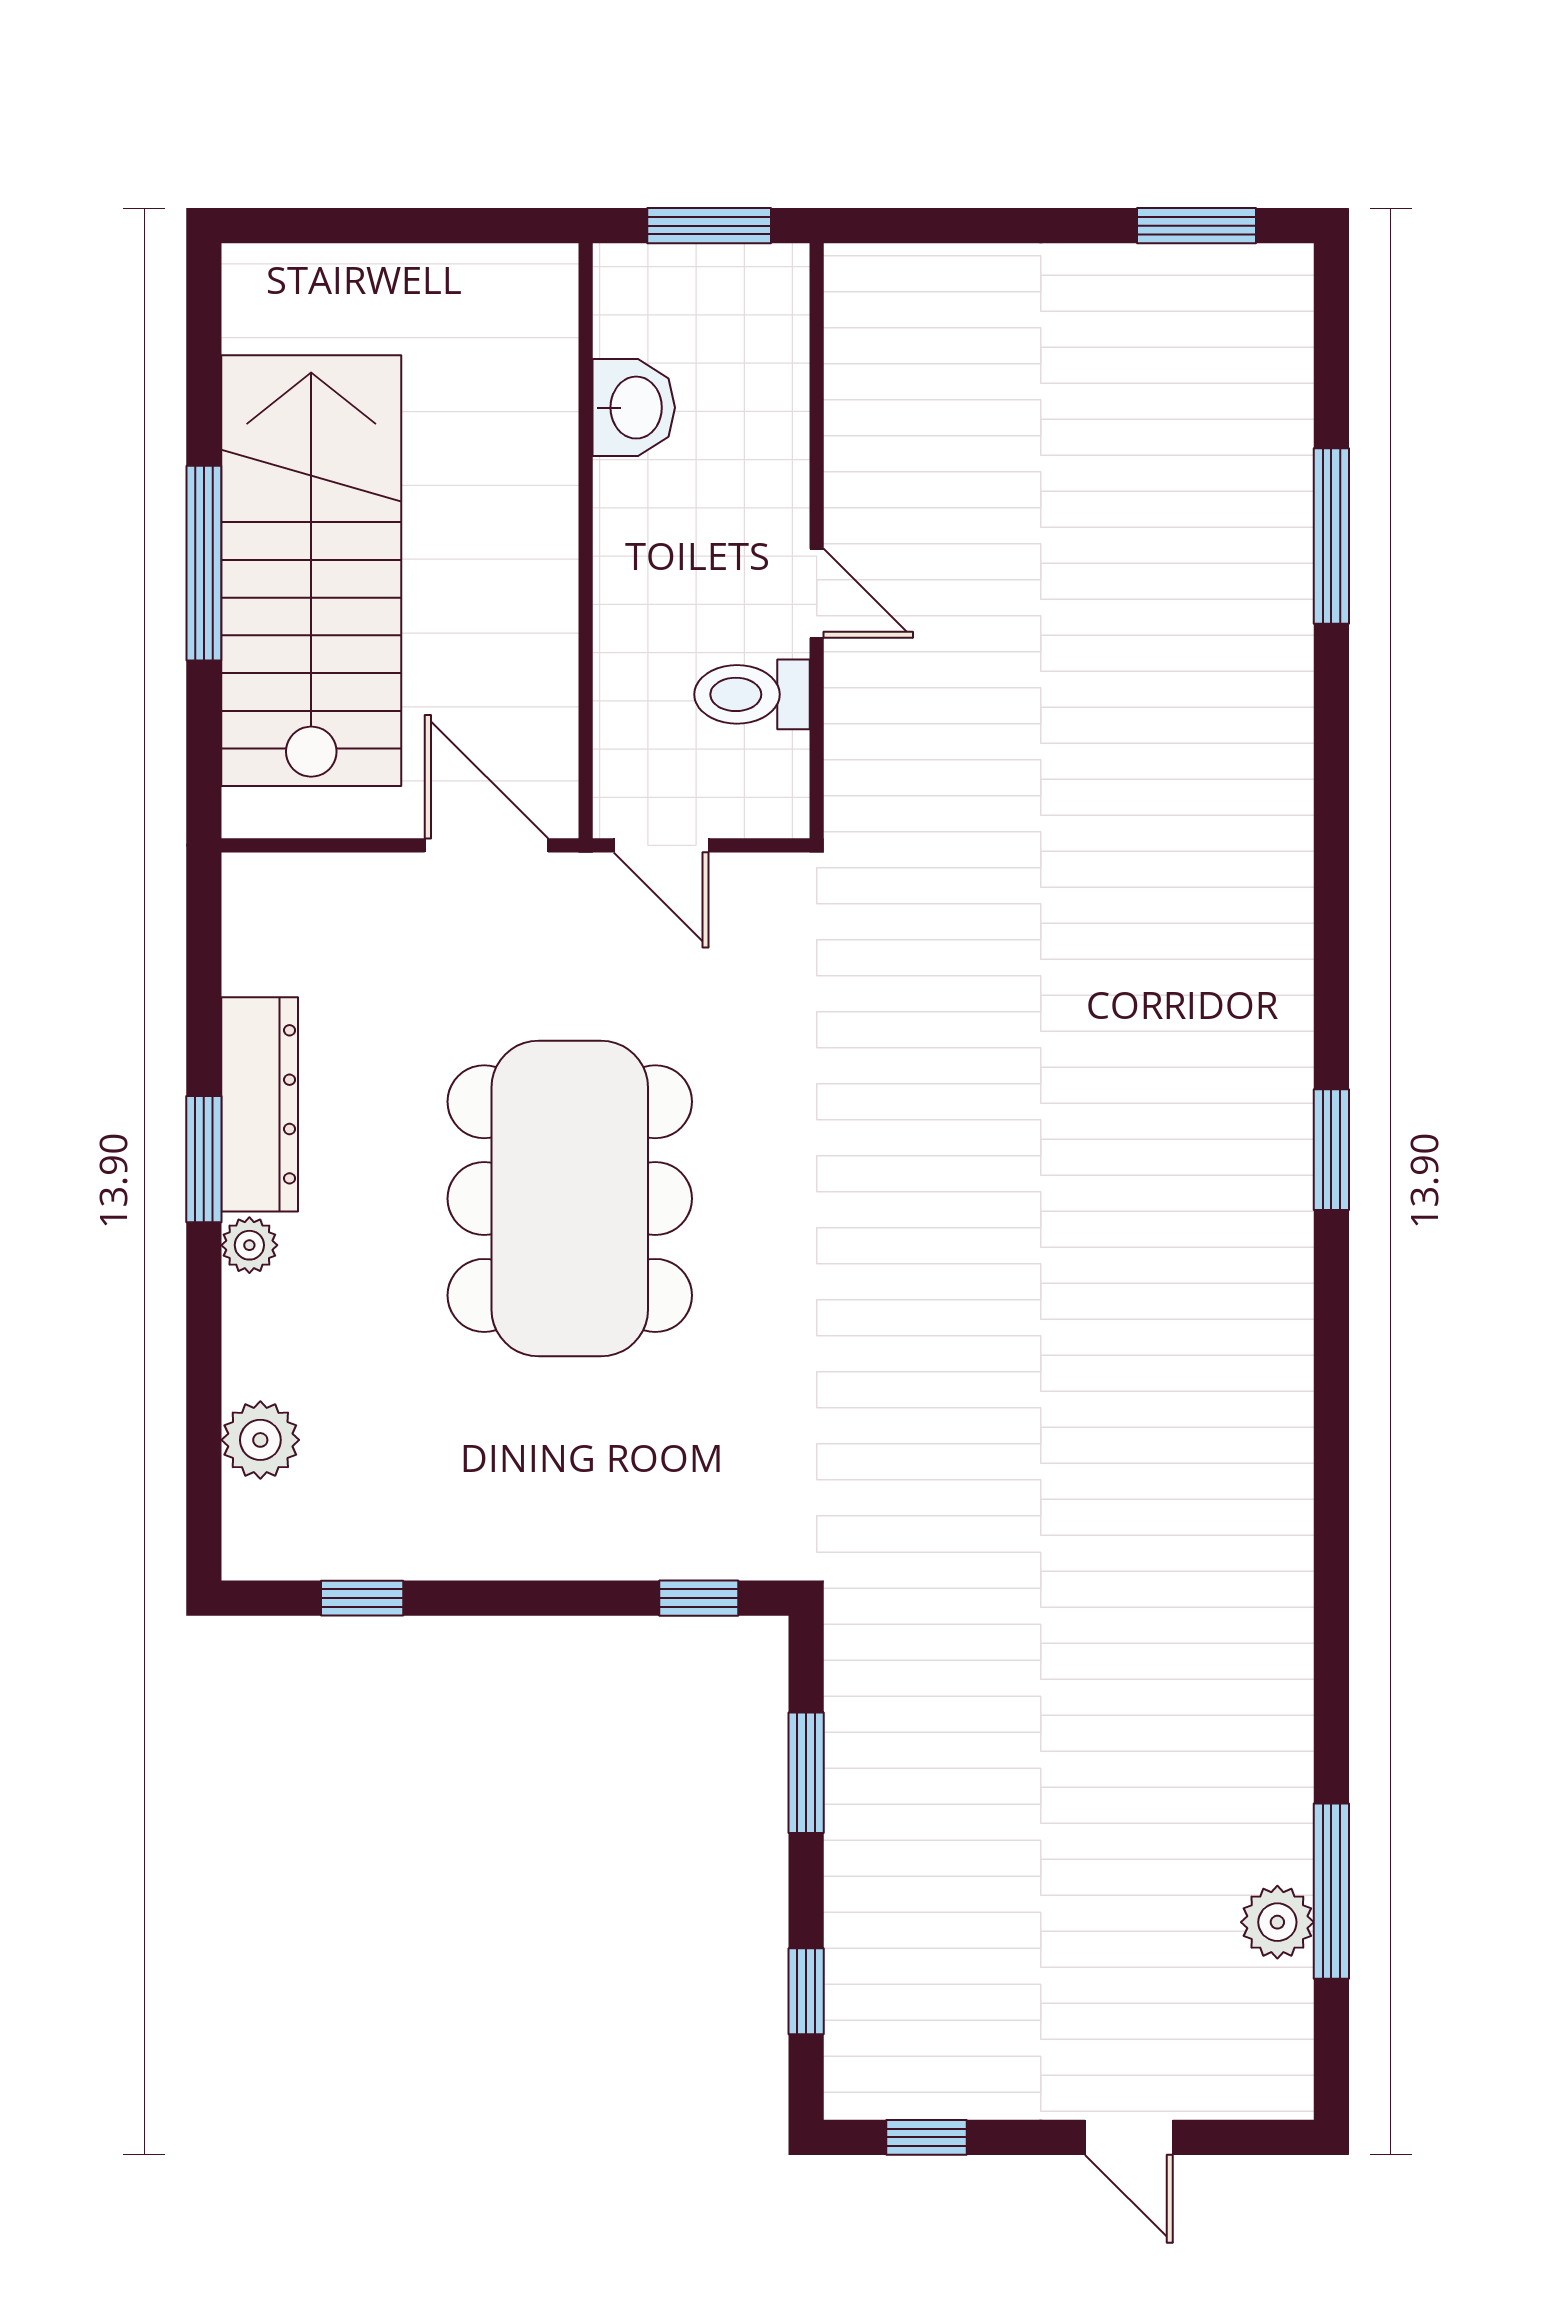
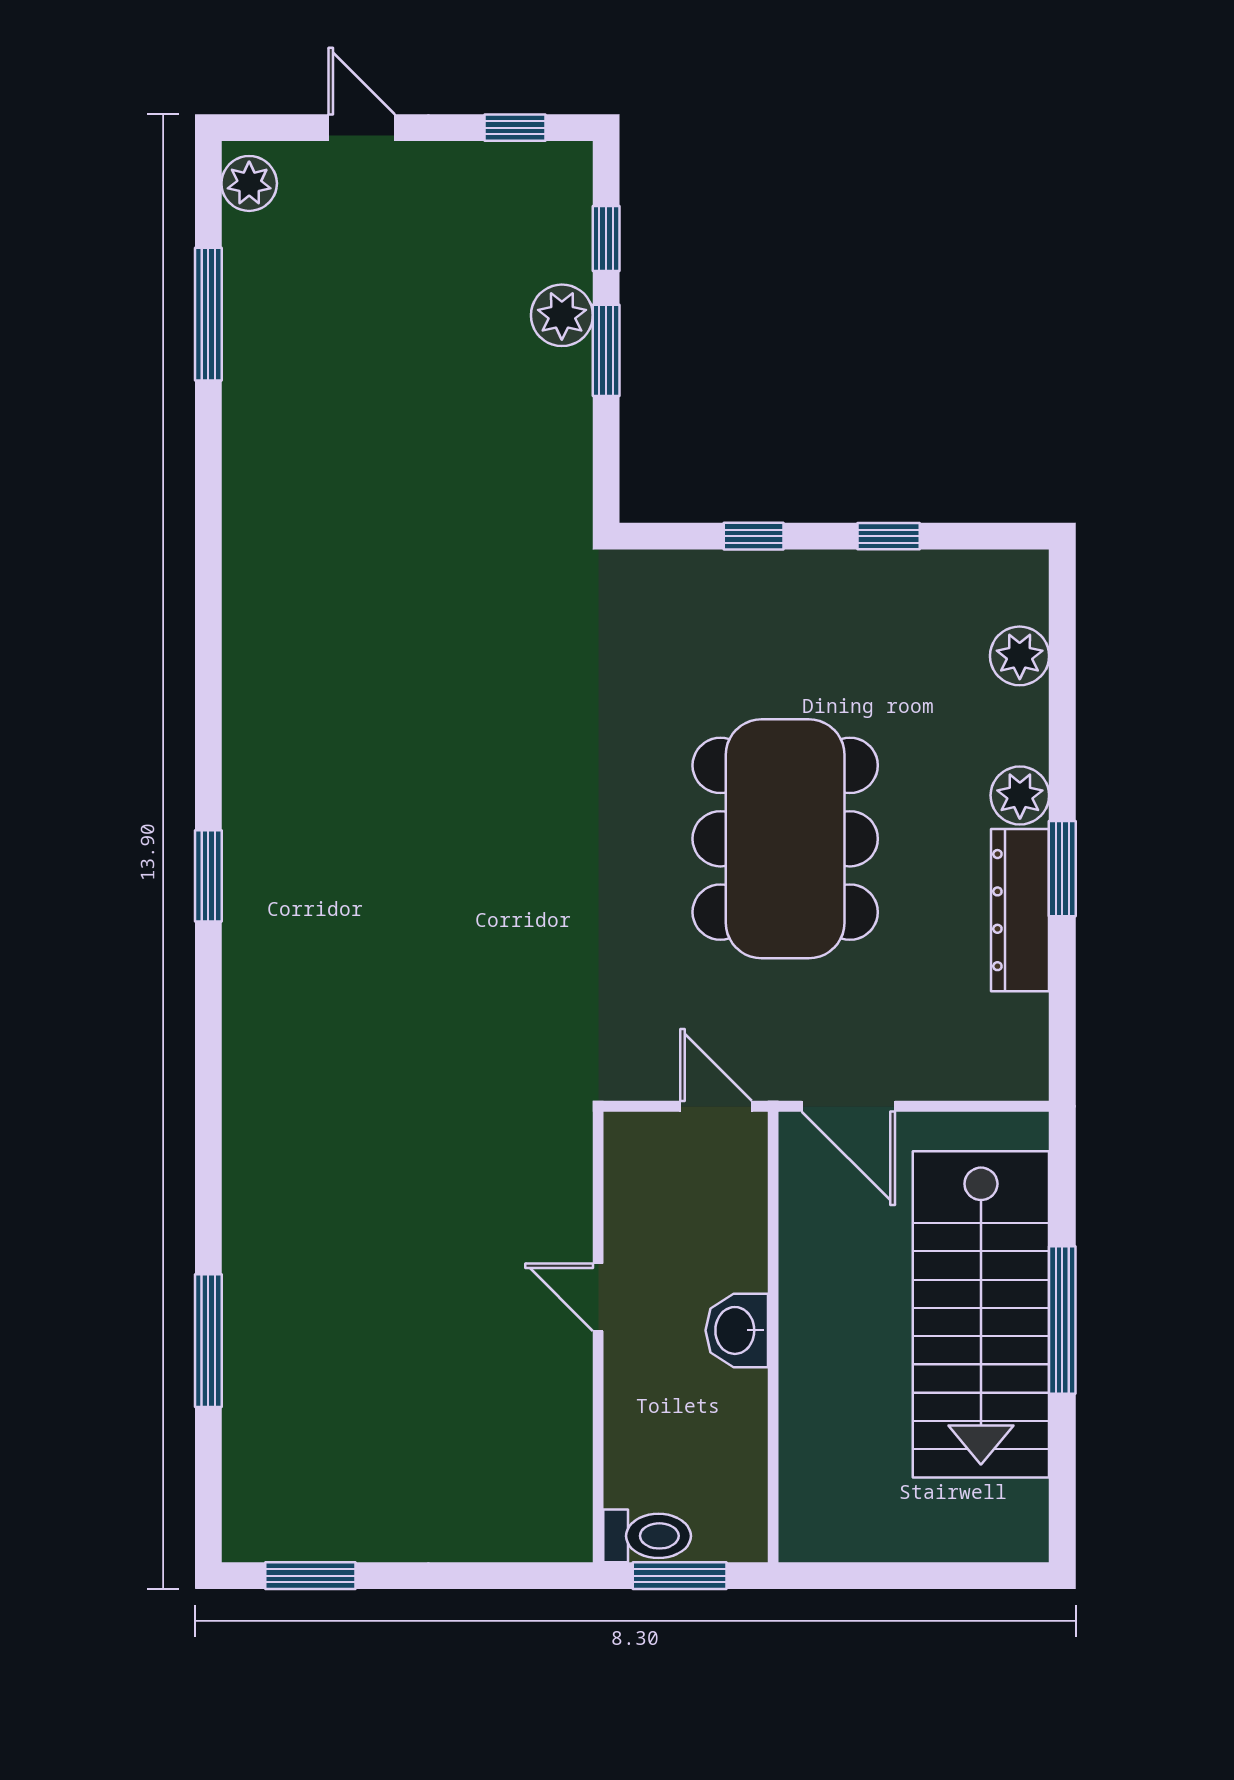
washbasin: (634, 408) -> (737, 1330), moved
toilet: (752, 694) -> (647, 1536), moved
plant: (249, 1245) -> (1020, 795), width x1.38, depth x1.38
window: (362, 1598) -> (889, 536), moved
window: (699, 1598) -> (754, 536), moved
window: (806, 1773) -> (606, 350), moved
plant: (864, 1890) -> (562, 315), added
plant: (1277, 1922) -> (249, 183), moved

